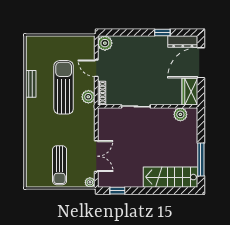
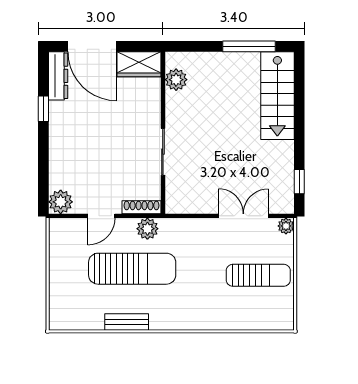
sun lounger: (64, 87) -> (132, 269), turned 180

